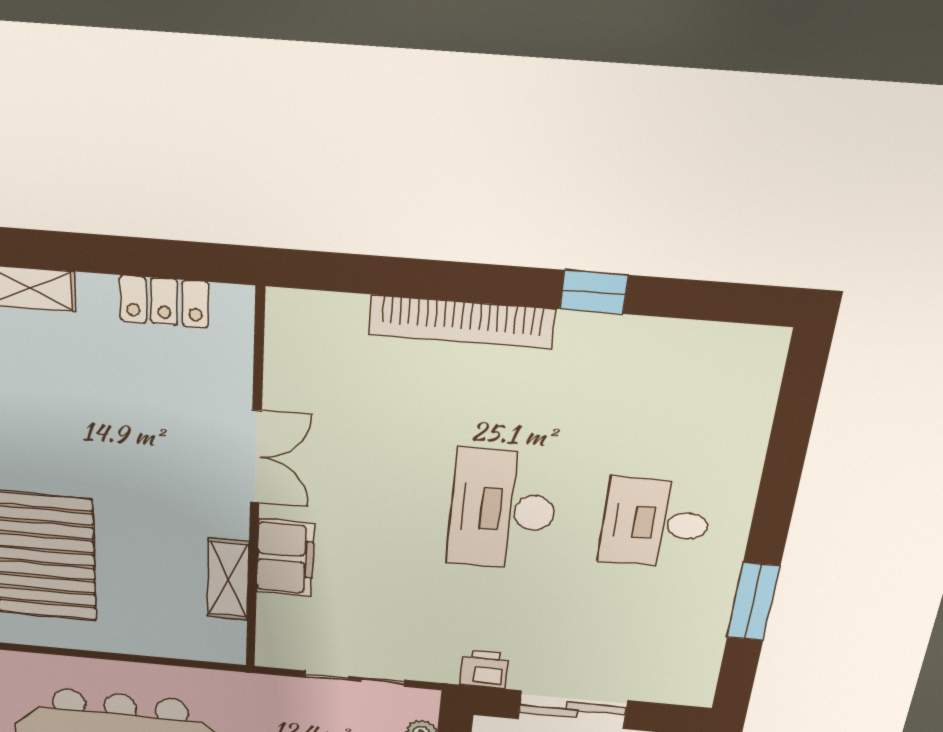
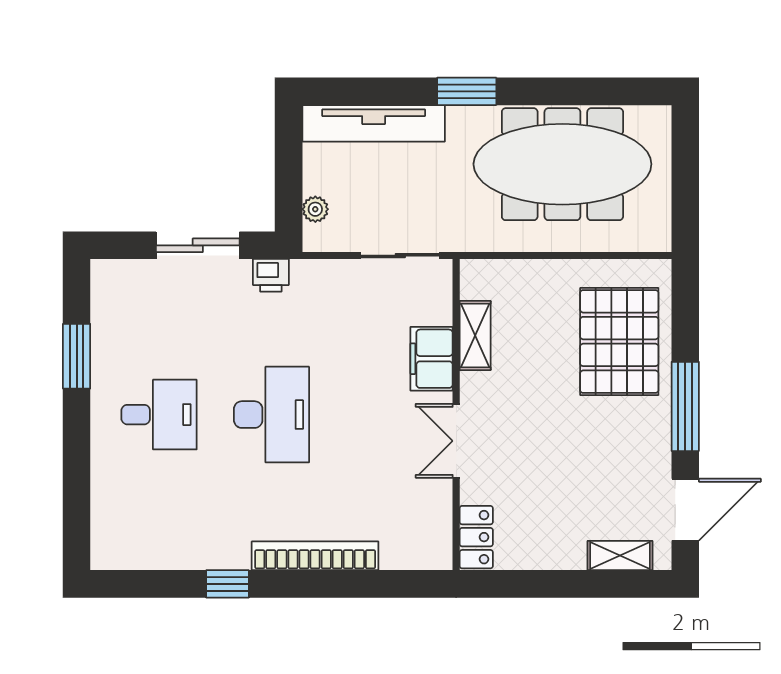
locker: (164, 302) -> (476, 537), moved, turned 90
sliding door: (355, 679) -> (400, 256), moved

